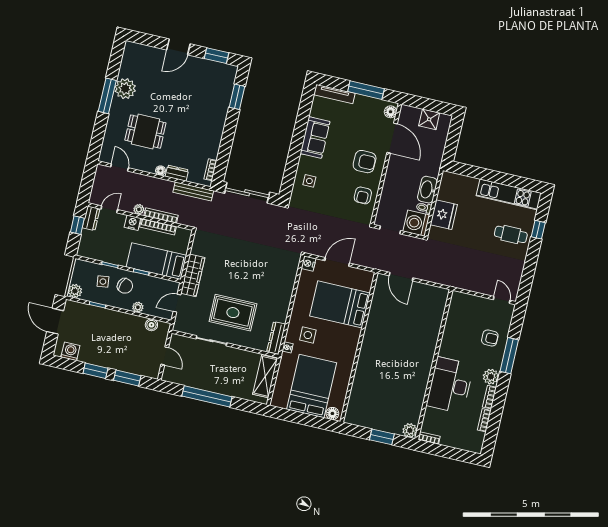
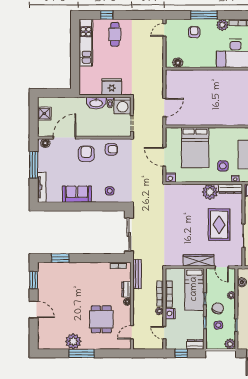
dresser: (91, 218) -> (195, 345), moved
floor lamp: (455, 307) -> (178, 63), added
plant: (278, 311) -> (210, 192), added

